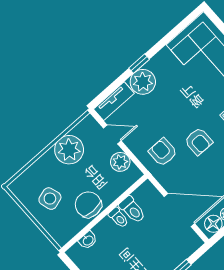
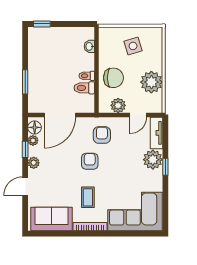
armchair: (199, 141) -> (90, 161), turned 90
armchair: (163, 152) -> (102, 135), turned -90
chair: (88, 205) -> (113, 78), moved

